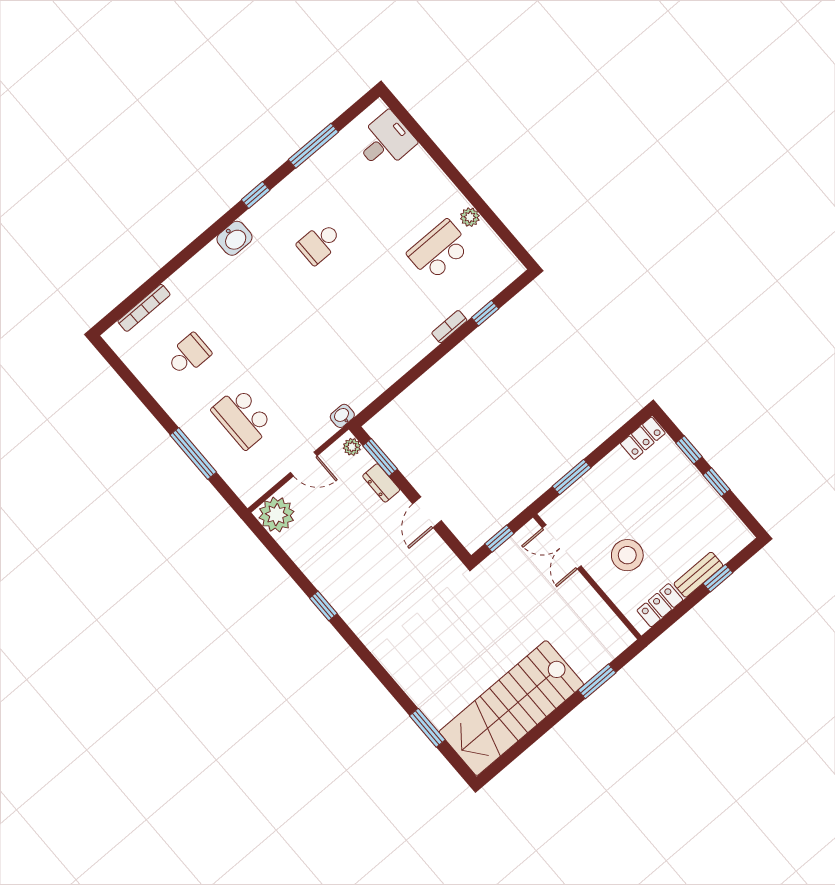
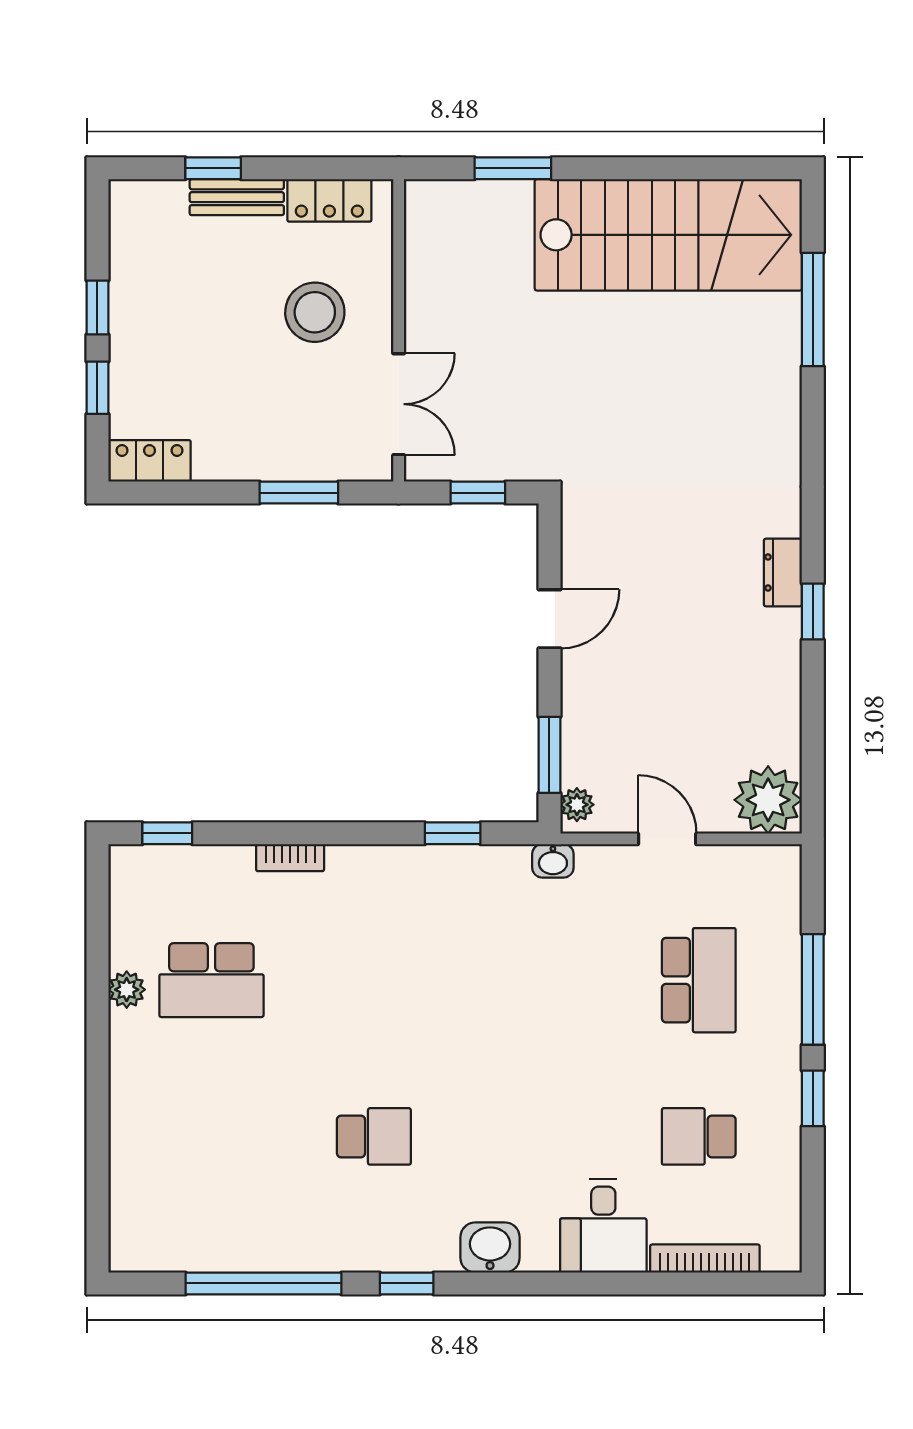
desk: (385, 141) -> (603, 1226), moved, turned -90
window: (313, 146) -> (263, 1283), width x1.46
window: (485, 313) -> (167, 833), moved
window: (392, 393) -> (453, 833), added
window: (156, 410) -> (813, 1098), added
dresser: (381, 483) -> (783, 572), moved, turned 180
window: (427, 728) -> (813, 310), width x1.44

